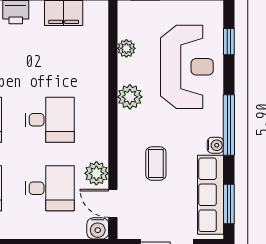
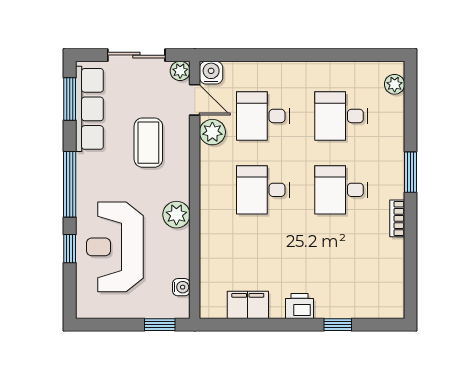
window: (229, 42) -> (70, 249), moved
plant: (126, 48) -> (180, 71), moved
water cooler: (215, 145) -> (181, 287), moved, turned 180
coffee table: (156, 164) -> (148, 143), width x1.36, depth x1.30

